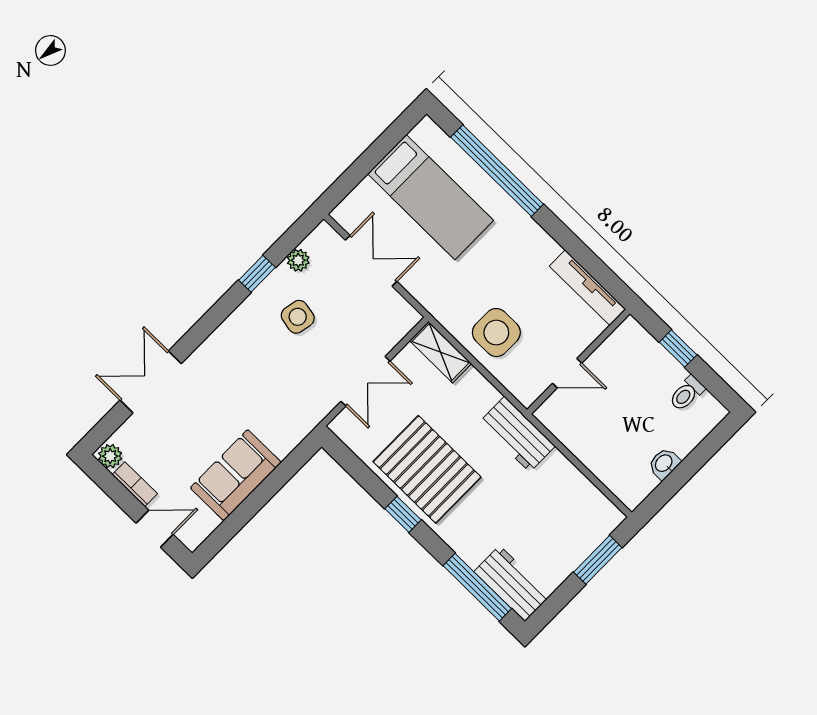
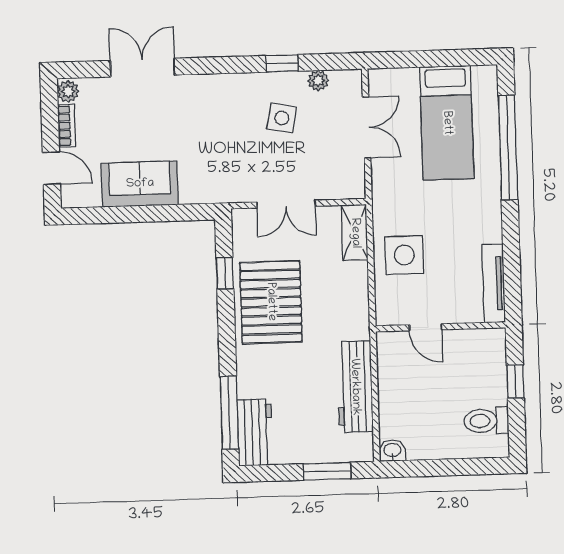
toilet: (687, 393) -> (486, 421), width x1.37, depth x1.39
workbench: (517, 434) -> (355, 387), moved, width x1.38
washbasin: (664, 464) -> (392, 451), moved
window: (403, 514) -> (225, 273), moved

